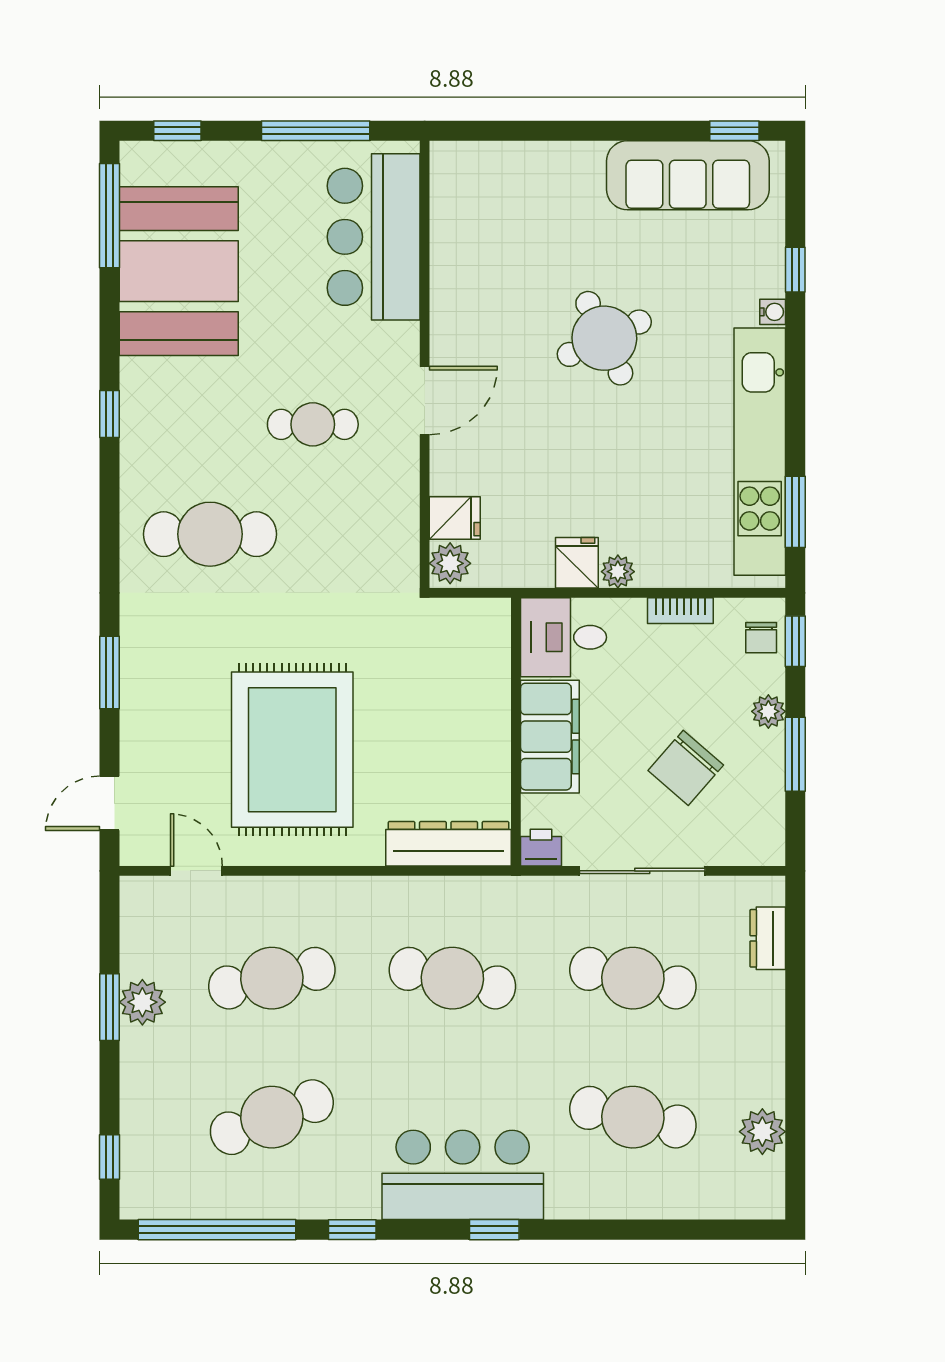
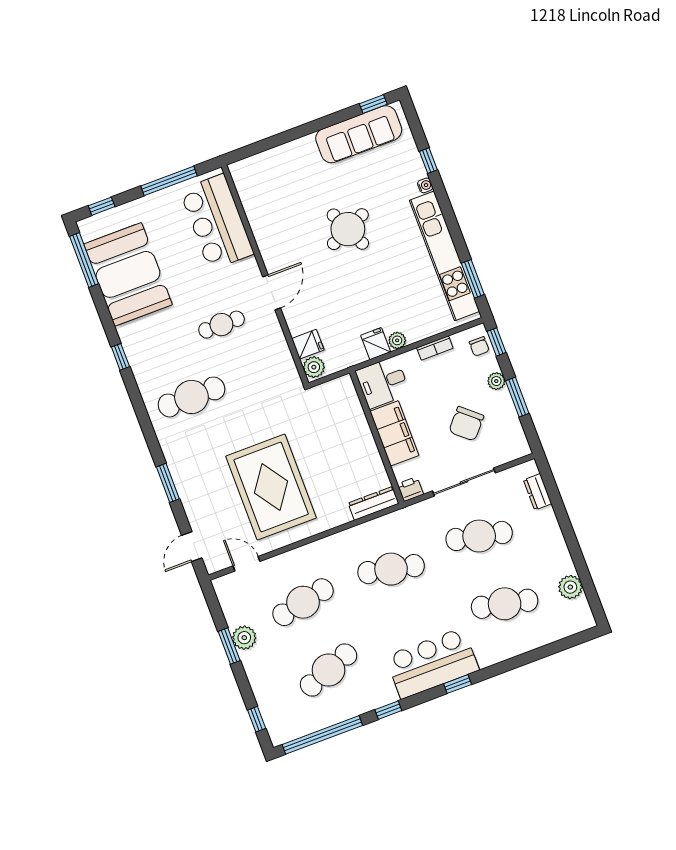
dresser: (449, 844) -> (374, 503), width x0.73, depth x0.80

